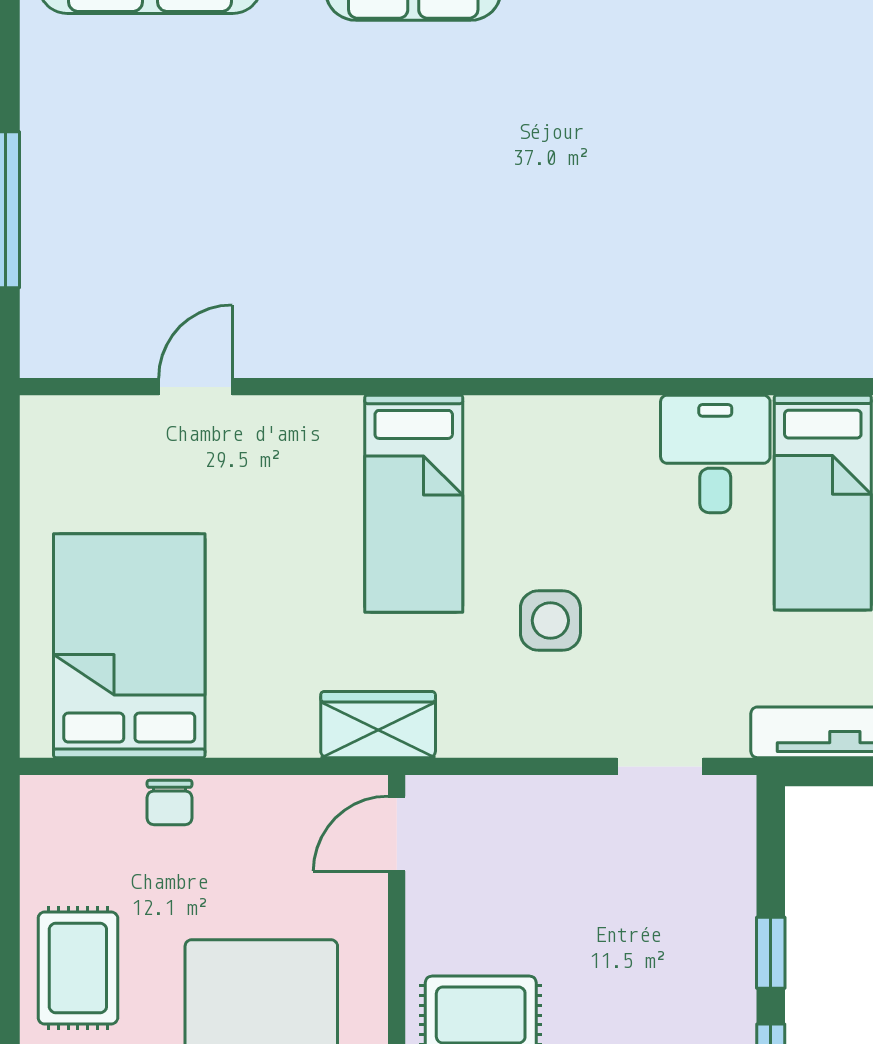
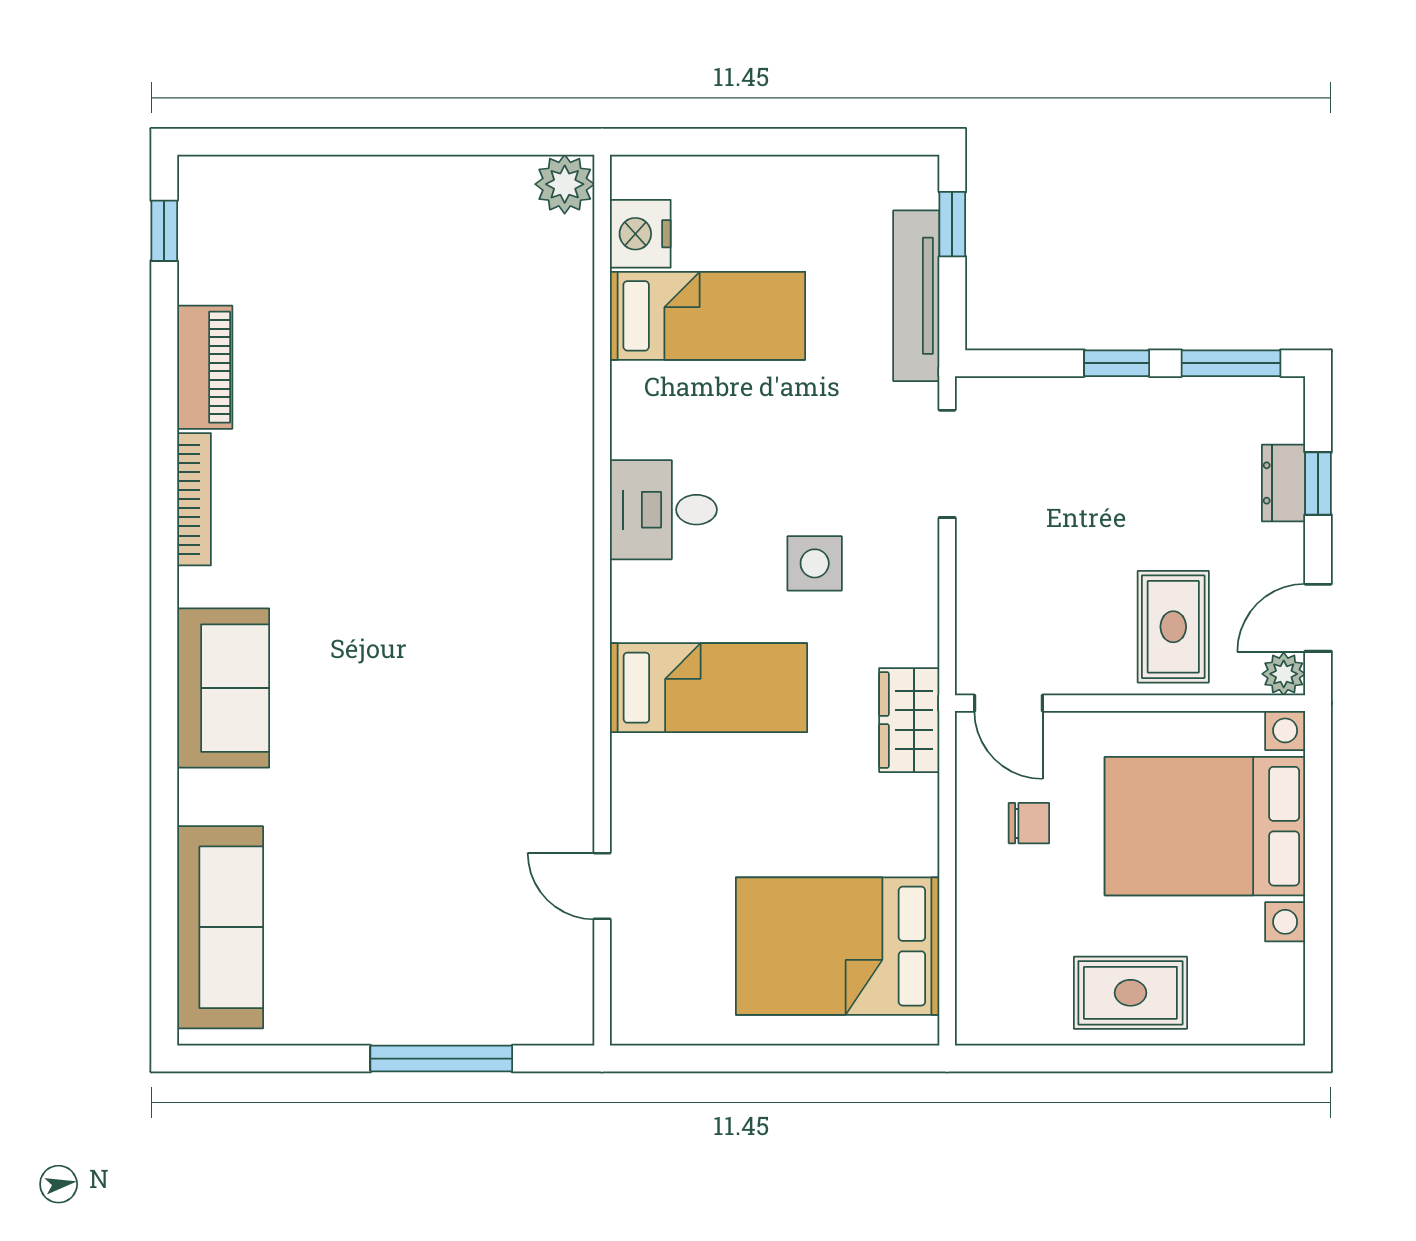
desk: (715, 454) -> (663, 510), moved
doorway: (660, 766) -> (947, 464), width x1.38
chair: (170, 803) -> (1029, 823), moved

